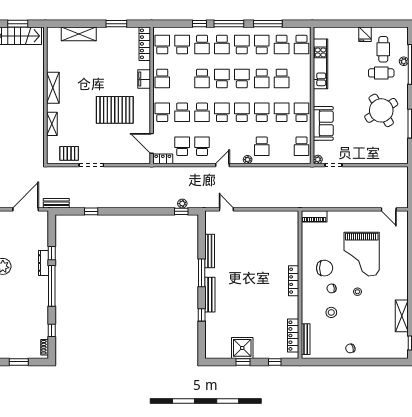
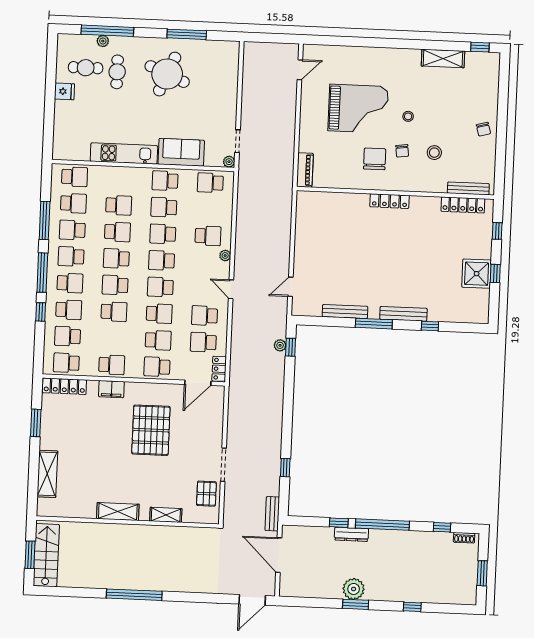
kitchen unit: (320, 64) -> (124, 153), moved
round table: (381, 110) -> (167, 74), turned -35
school desk: (301, 146) -> (210, 183), turned 180

